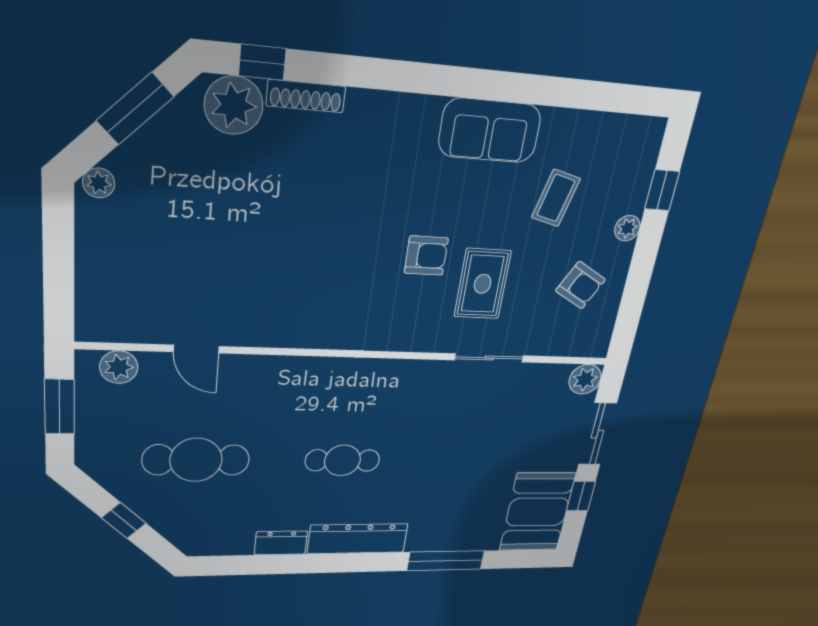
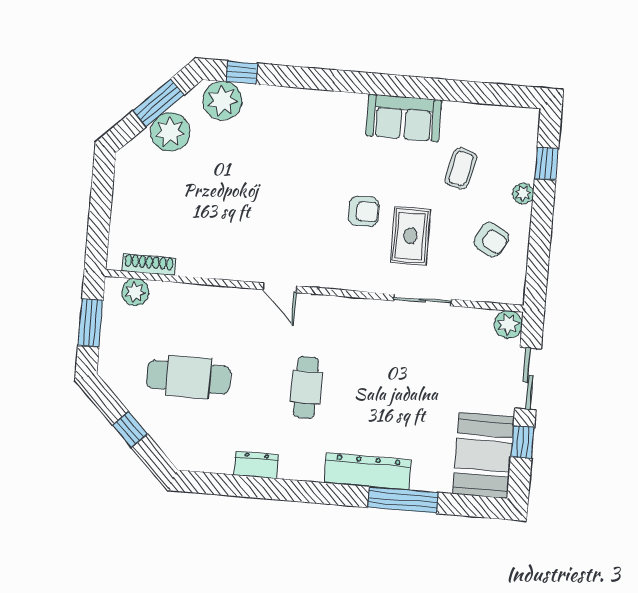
shoe rack: (306, 96) -> (149, 264), moved, turned 180
plant: (99, 183) -> (170, 132), moved, width x1.87, depth x1.87
door: (196, 349) -> (280, 288), moved
cafe table: (342, 460) -> (306, 387), turned 90
dresser: (358, 539) -> (368, 471), moved

